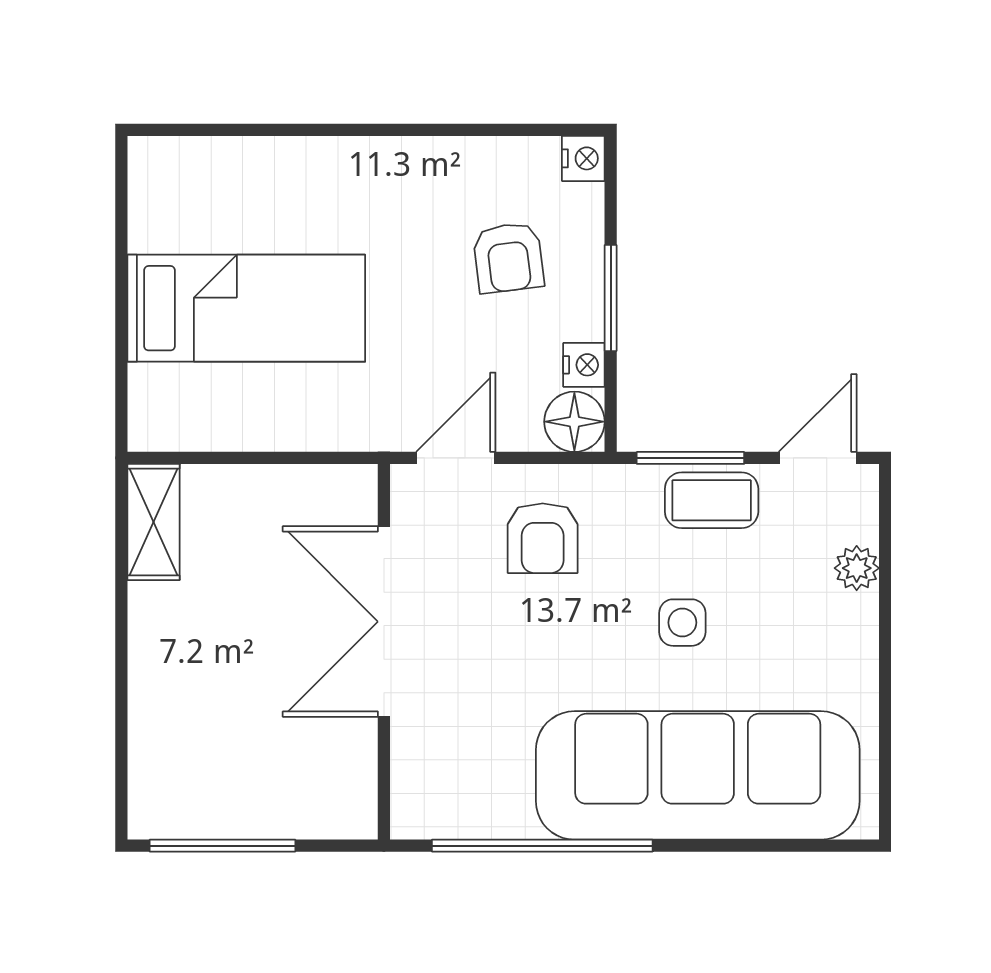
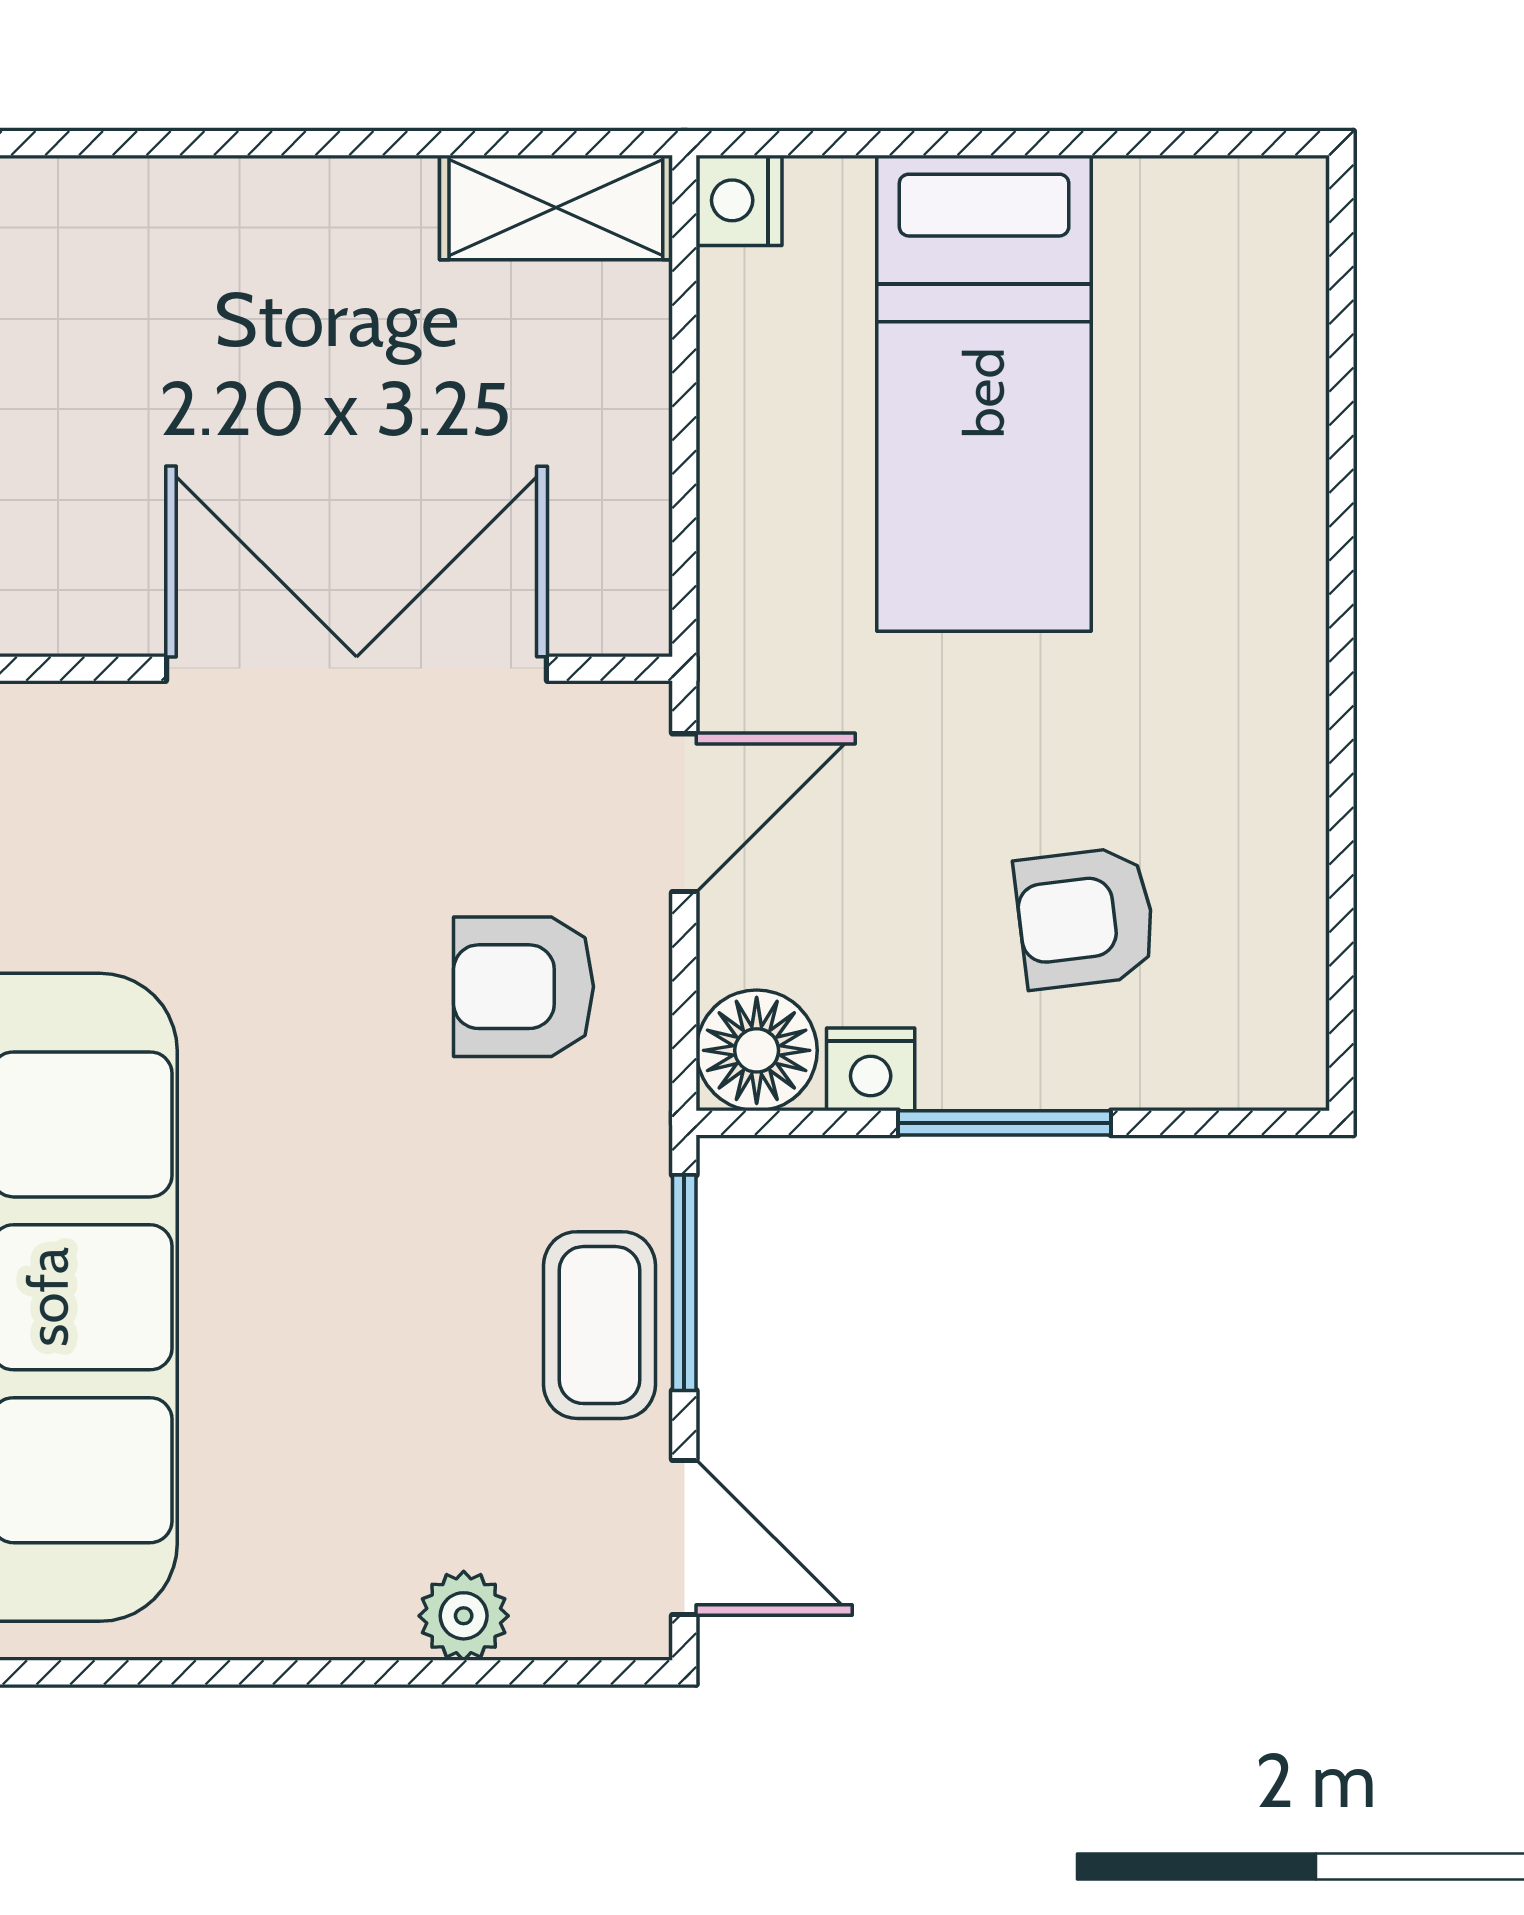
nightstand: (583, 158) -> (739, 200), moved, turned 90
door: (456, 458) -> (684, 813), hinge flipped
side table: (682, 623) -> (355, 1267), removed

